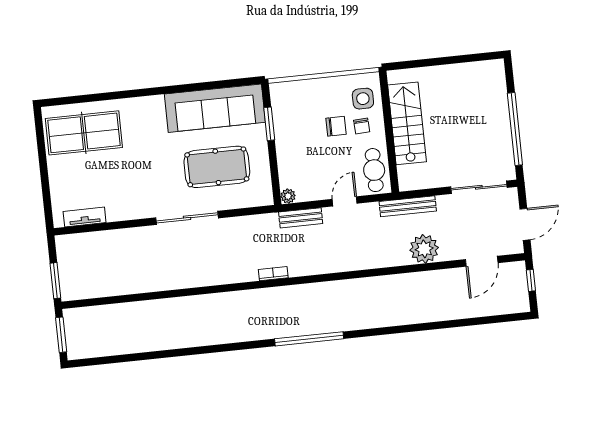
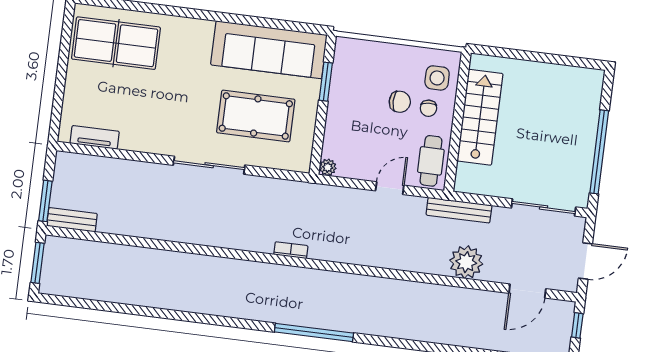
bench: (301, 218) -> (72, 220), moved

